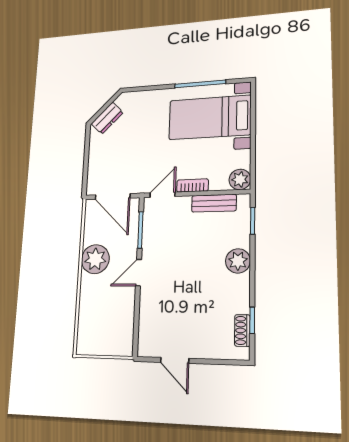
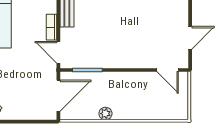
plant: (95, 259) -> (105, 114), width x0.53, depth x0.53
door: (139, 273) -> (168, 70), moved

